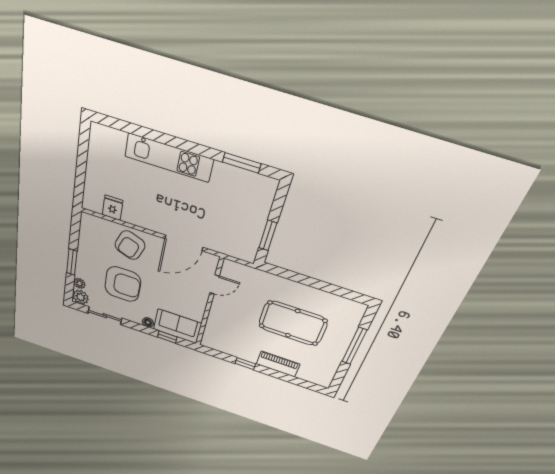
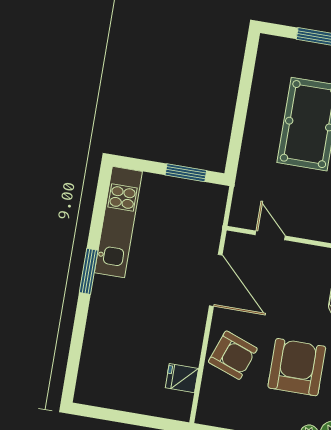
kitchen unit: (169, 158) -> (118, 222), moved
window: (242, 163) -> (89, 271), moved

